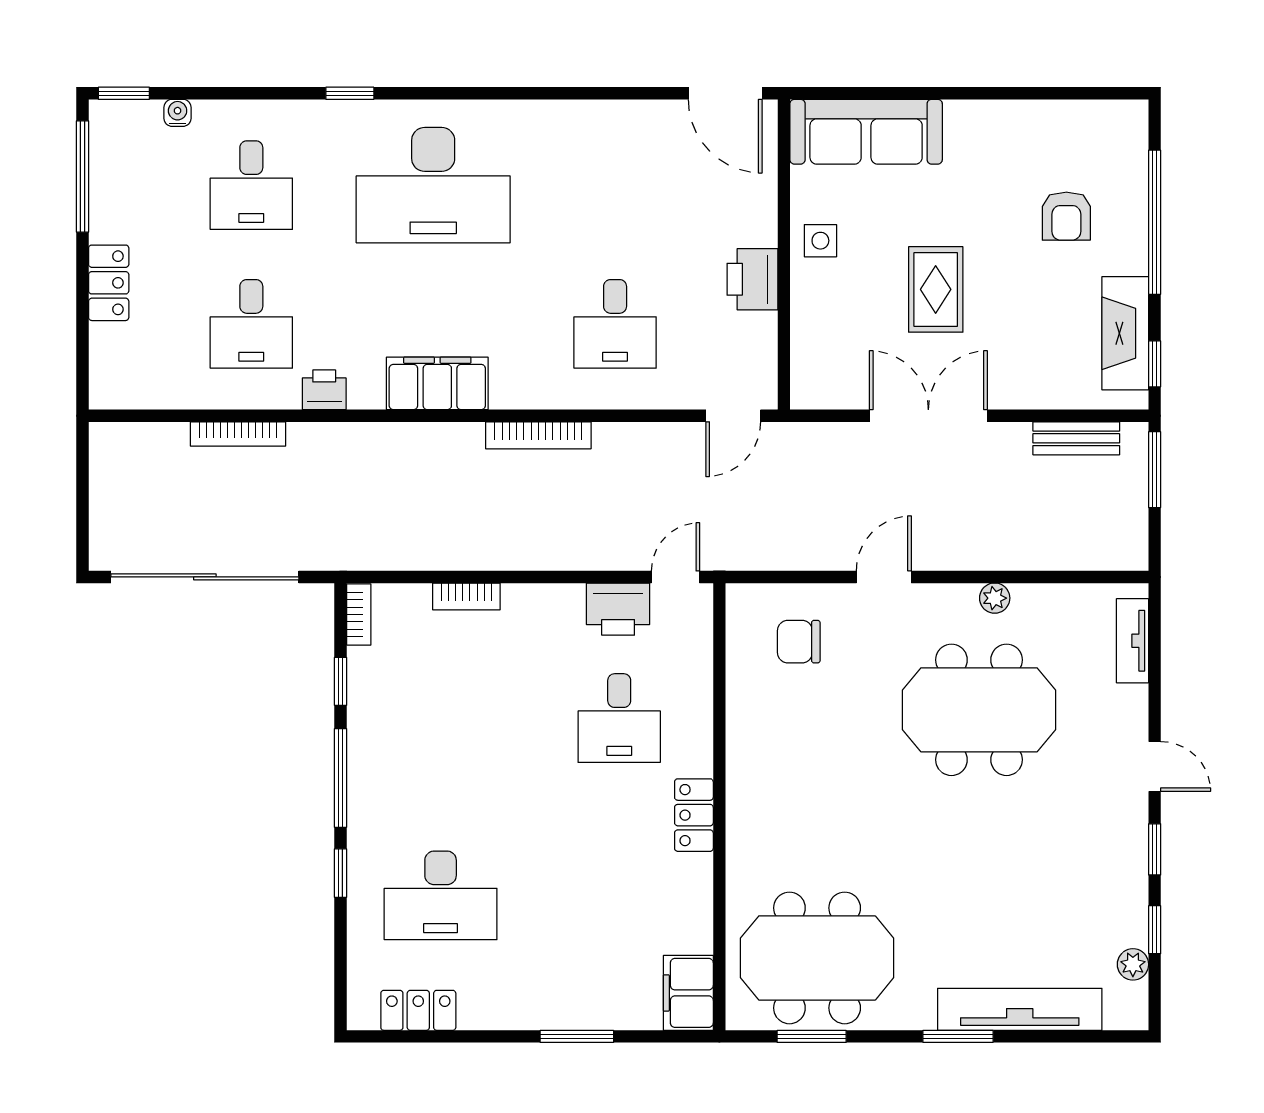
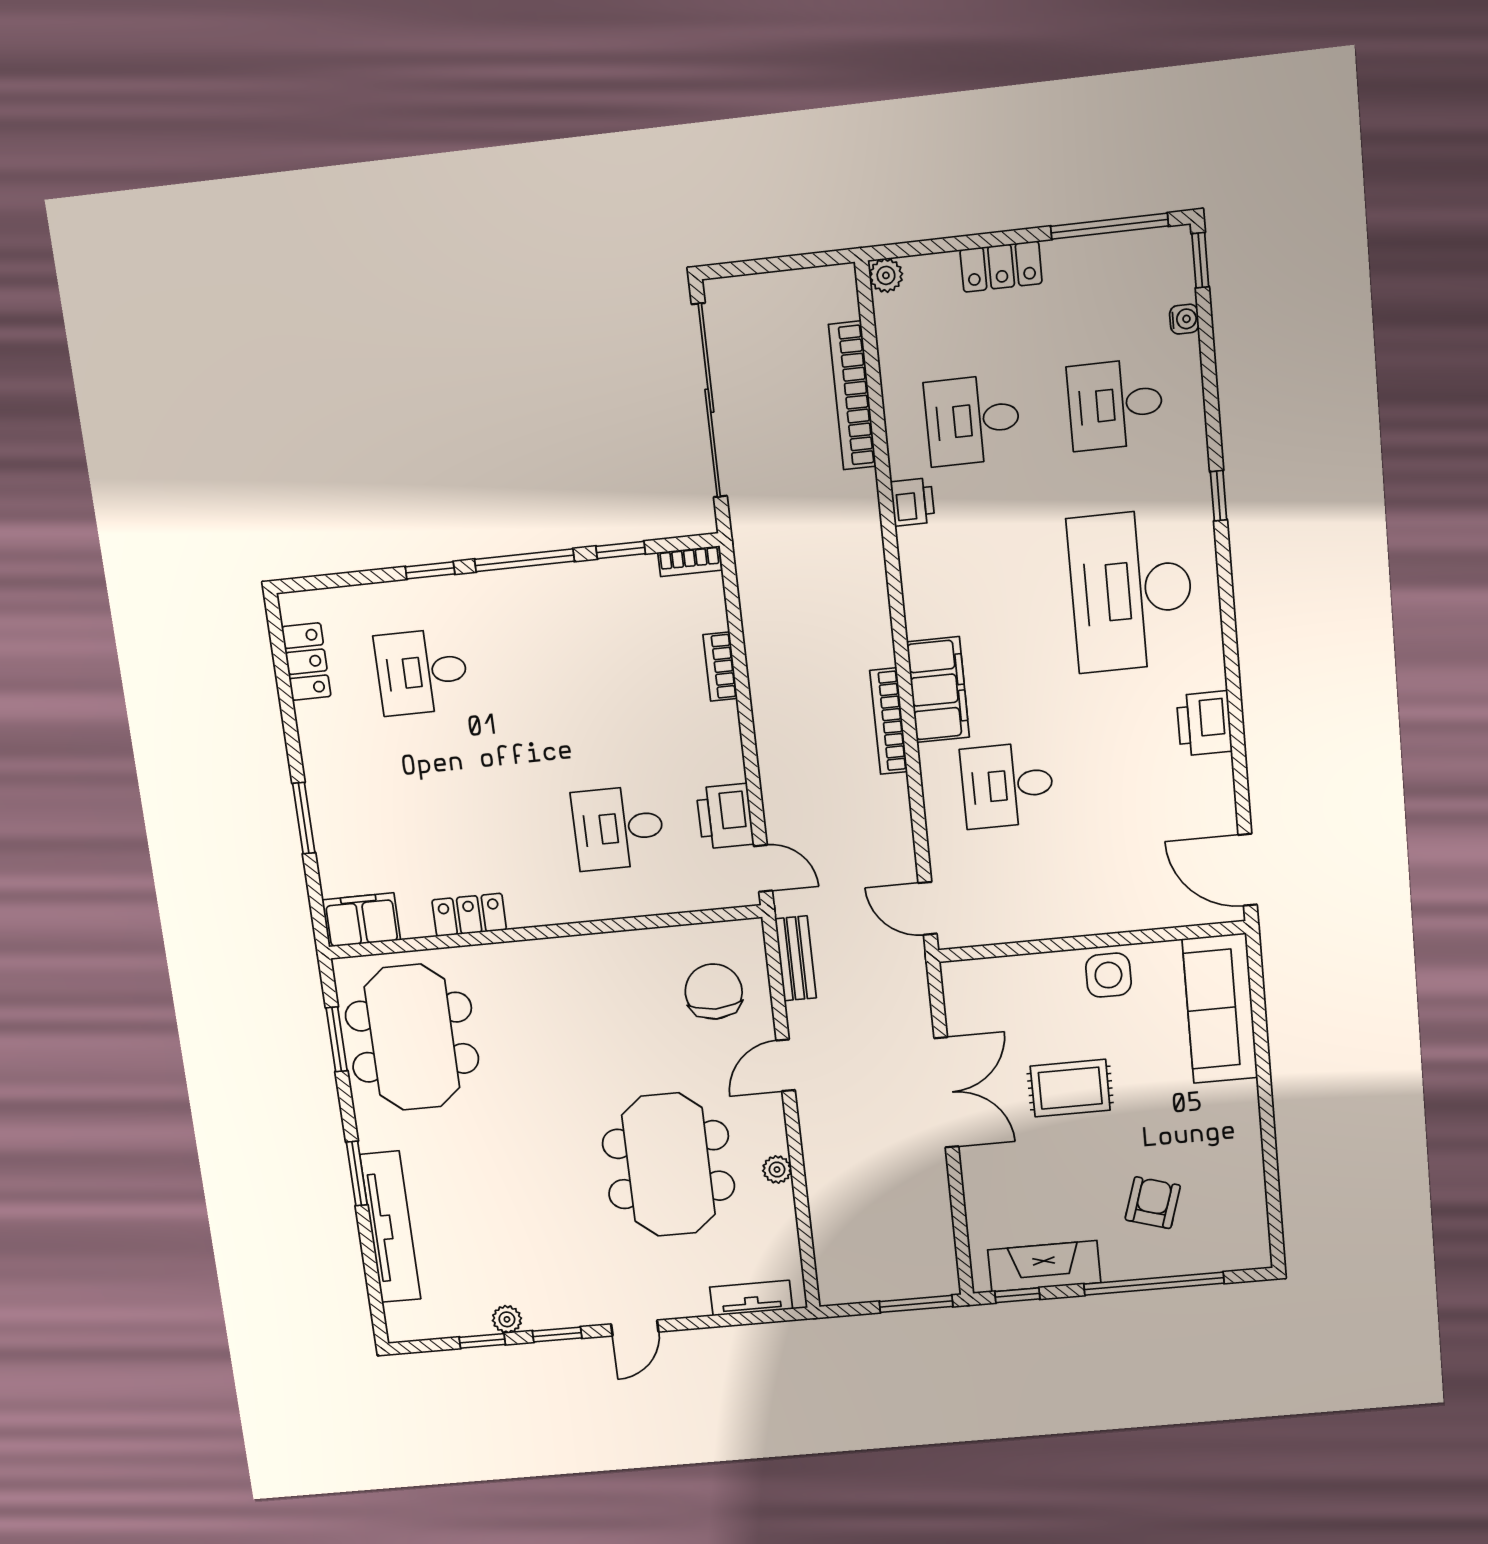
door: (725, 93) -> (1248, 870), hinge flipped
armchair: (1066, 216) -> (1153, 1203), turned 107
side table: (820, 241) -> (1108, 975), width x1.37, depth x1.37
printer: (752, 279) -> (1204, 723), moved, turned -90
filing cabinet: (437, 383) -> (938, 690), moved
plant: (105, 394) -> (886, 275), added
bookcase: (238, 434) -> (852, 396), width x1.48, depth x1.31
bench: (1076, 438) -> (796, 958), moved
door: (884, 577) -> (786, 1065), swing flipped
chair: (799, 642) -> (714, 992), width x1.37, depth x1.37
locker: (694, 815) -> (469, 915), moved
desk: (441, 895) -> (422, 672), width x0.73
plant: (1133, 964) -> (507, 1319), moved

